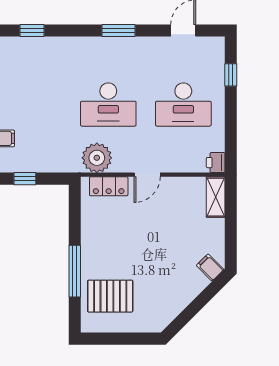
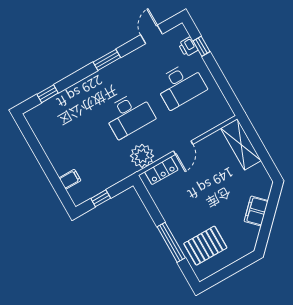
printer: (216, 163) -> (188, 47), moved
shelving: (216, 197) -> (241, 144), width x1.50, depth x1.33
filing cabinet: (210, 267) -> (256, 211), moved, width x2.00

